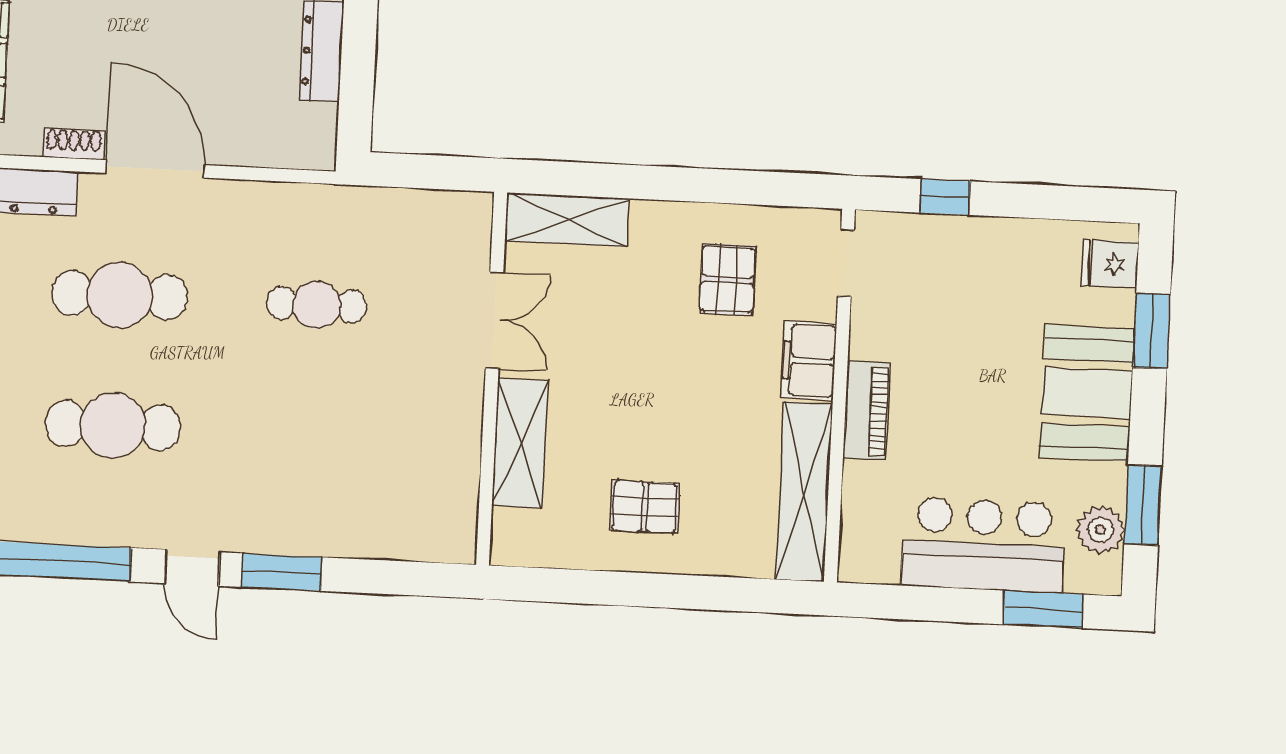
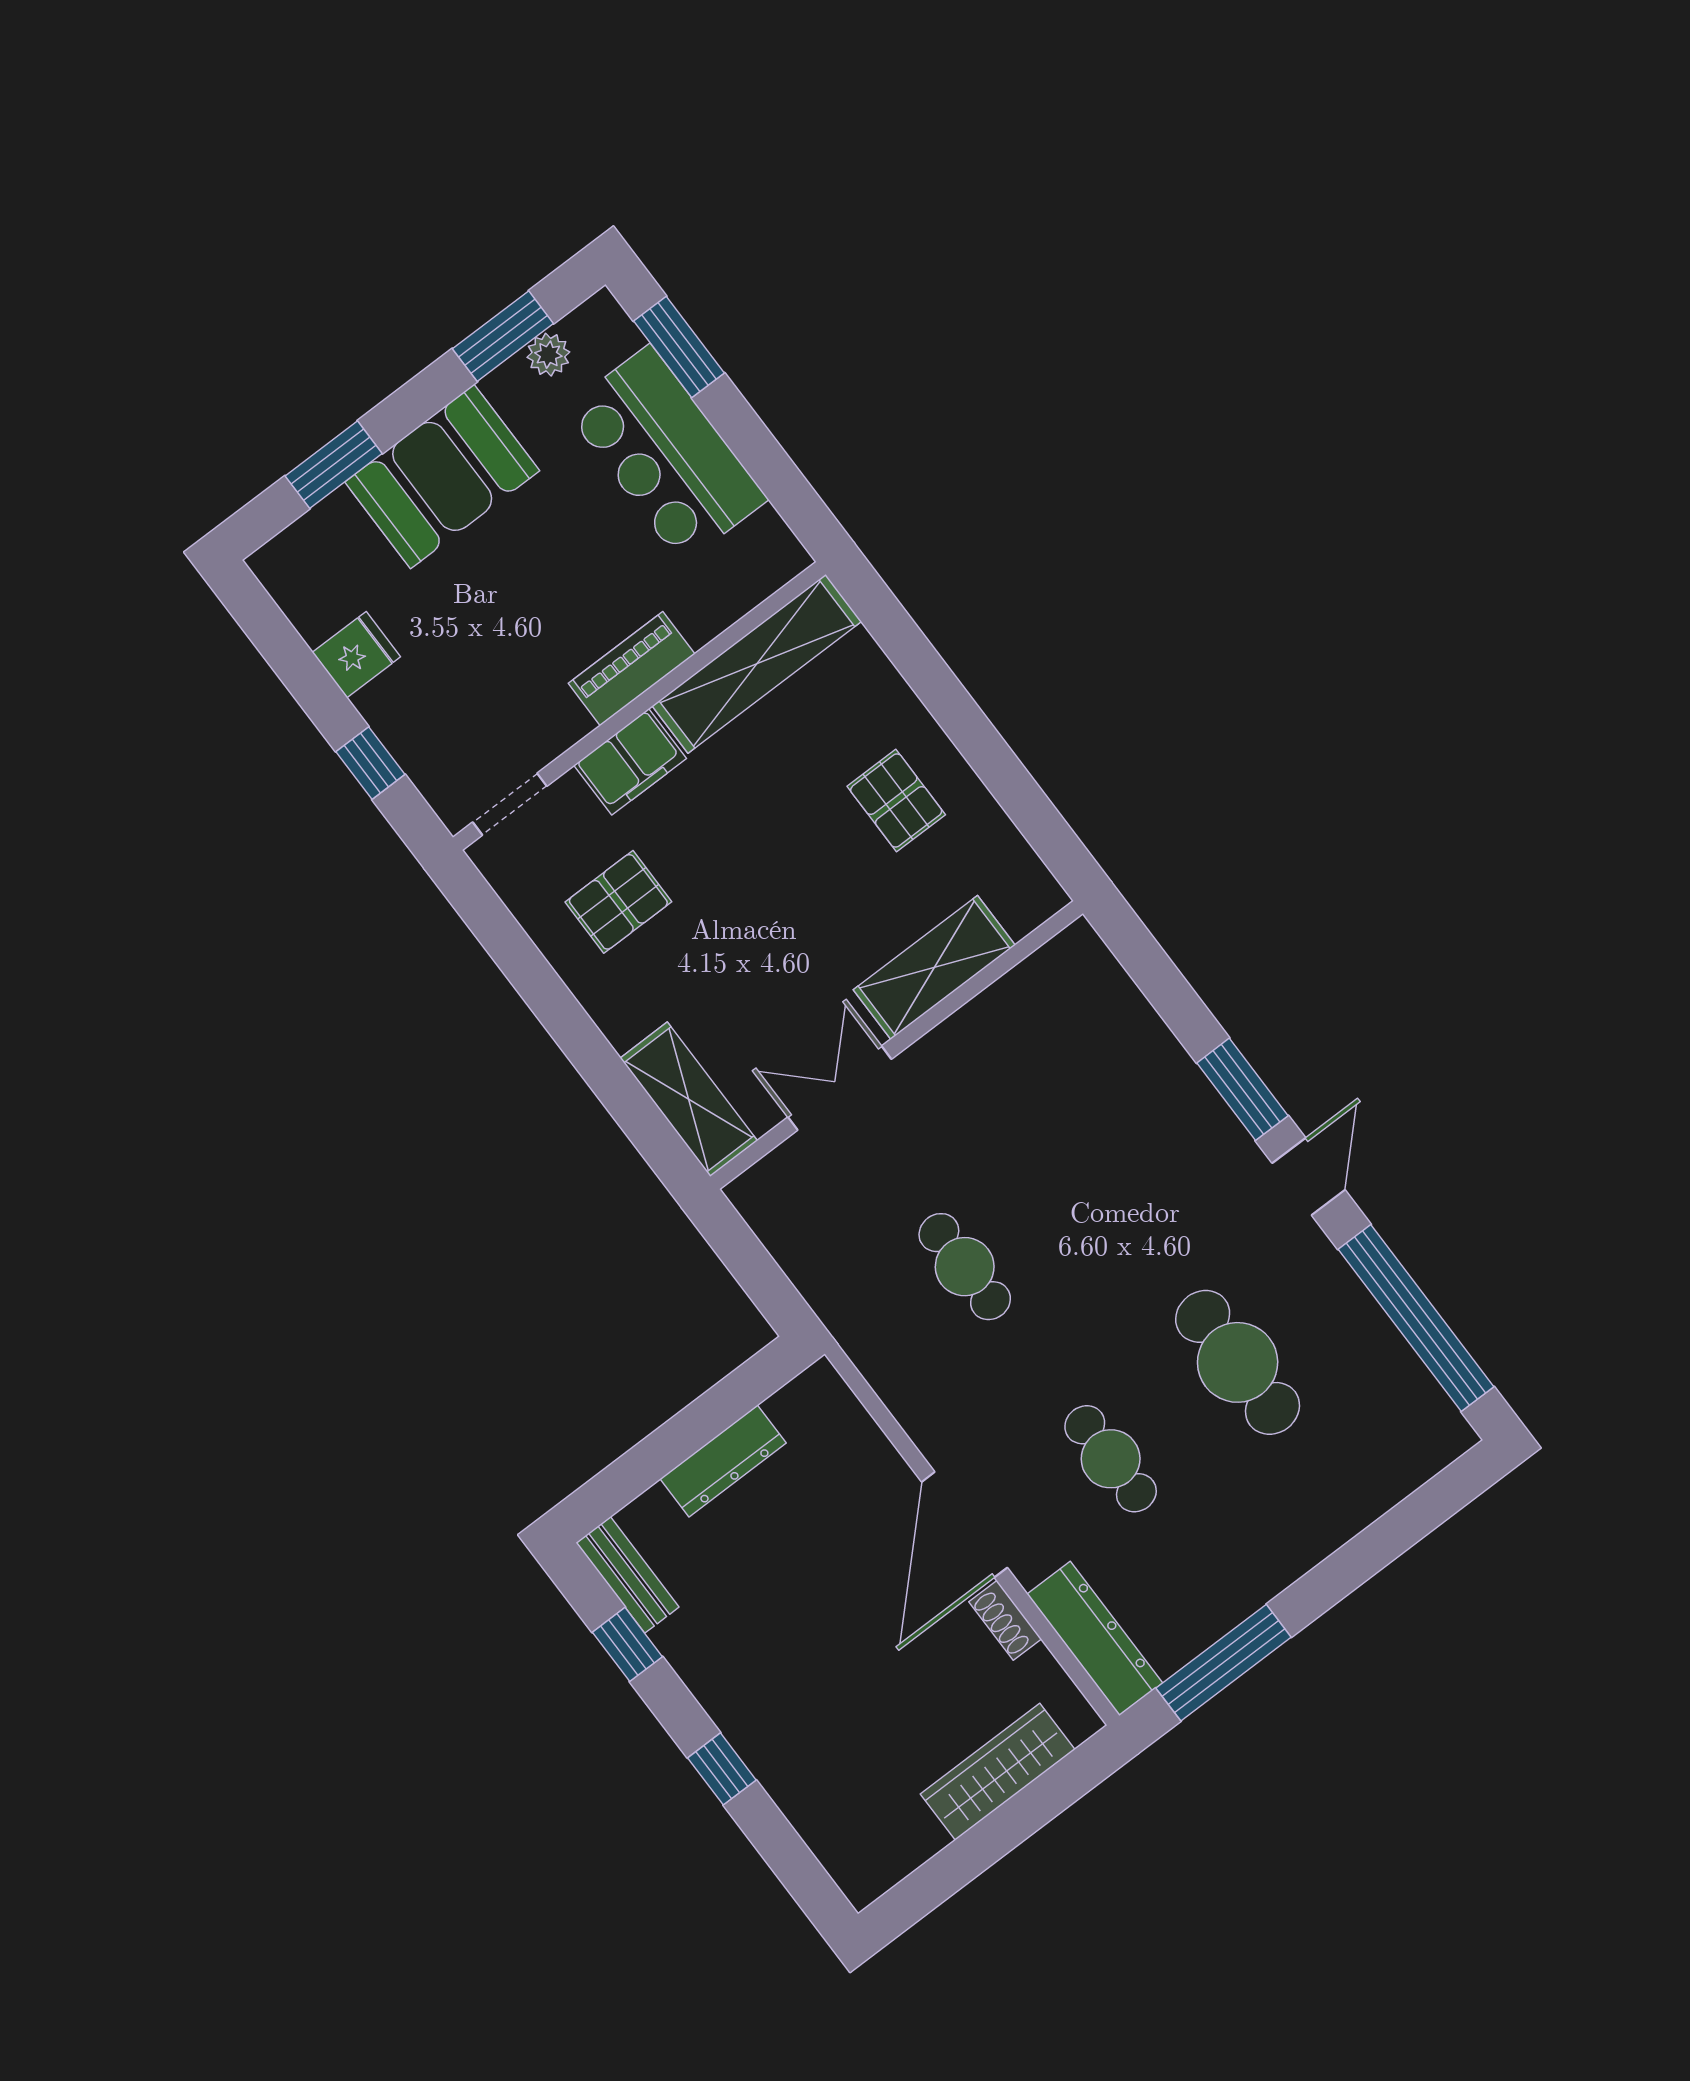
fridge: (1110, 264) -> (356, 655), moved, turned -90
cafe table: (119, 295) -> (1111, 1459), width x0.73, depth x0.74
plant: (1101, 530) -> (548, 355), width x0.73, depth x0.73

